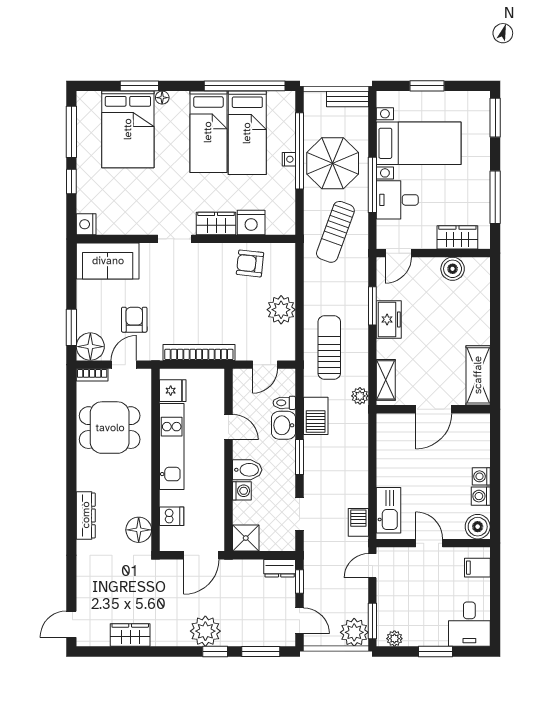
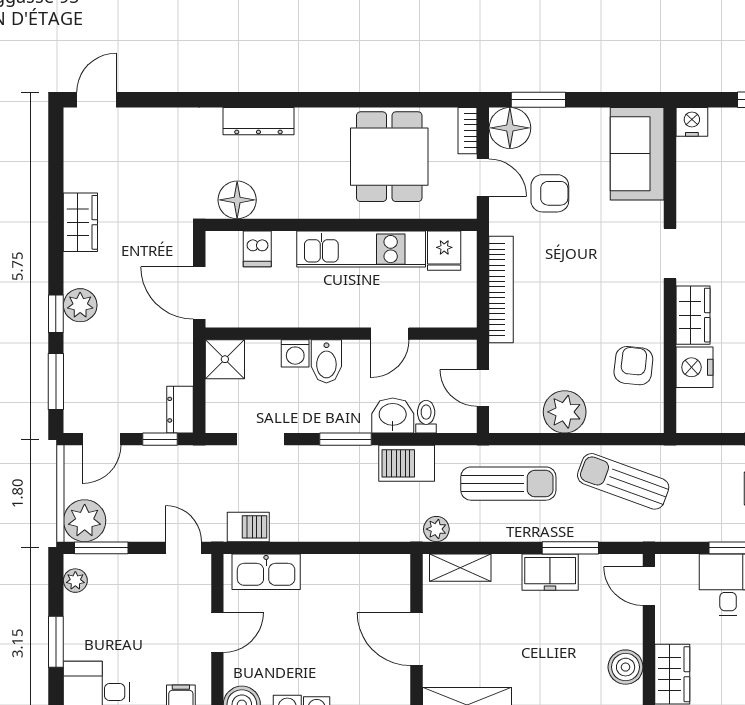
sun lounger: (335, 232) -> (623, 481), moved
door: (71, 624) -> (97, 100), hinge flipped
plant: (205, 631) -> (80, 305), width x0.73, depth x0.73
wardrobe: (130, 635) -> (80, 222), moved

